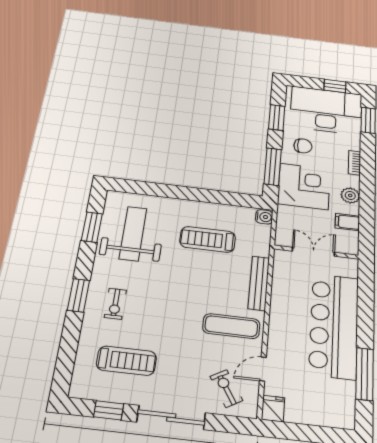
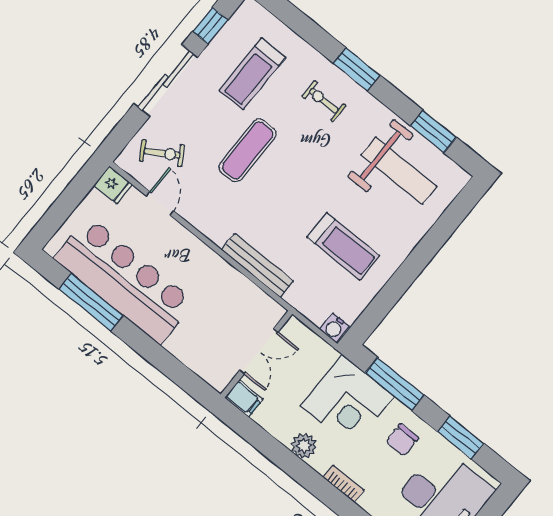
filing cabinet: (347, 222) -> (244, 398), moved, turned 90
treadmill: (208, 239) -> (343, 246), turned 90
bar counter: (334, 325) -> (124, 280), moved
exercise mat: (231, 326) -> (248, 150), moved

